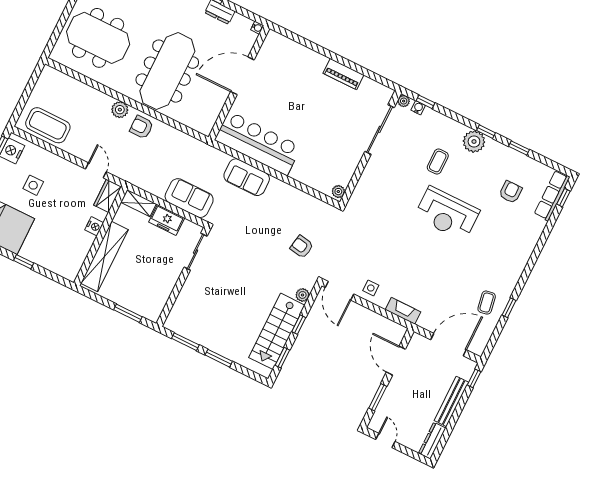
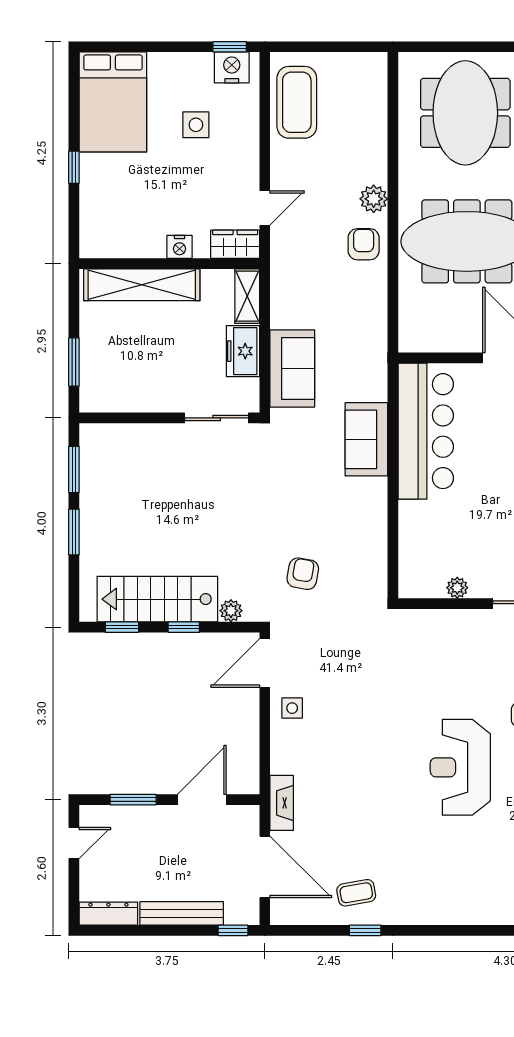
plant: (338, 192) -> (457, 588), moved
fireplace: (403, 311) -> (282, 803), moved

